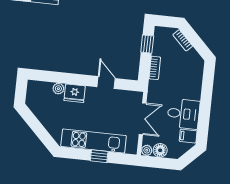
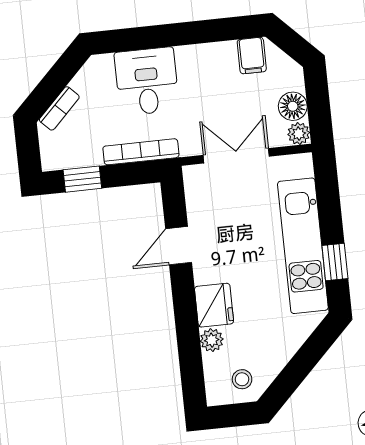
bookcase: (155, 68) -> (141, 152), width x1.56
stool: (37, 99) -> (242, 379), added
desk: (183, 114) -> (147, 81), moved
window: (99, 156) -> (335, 262), moved

